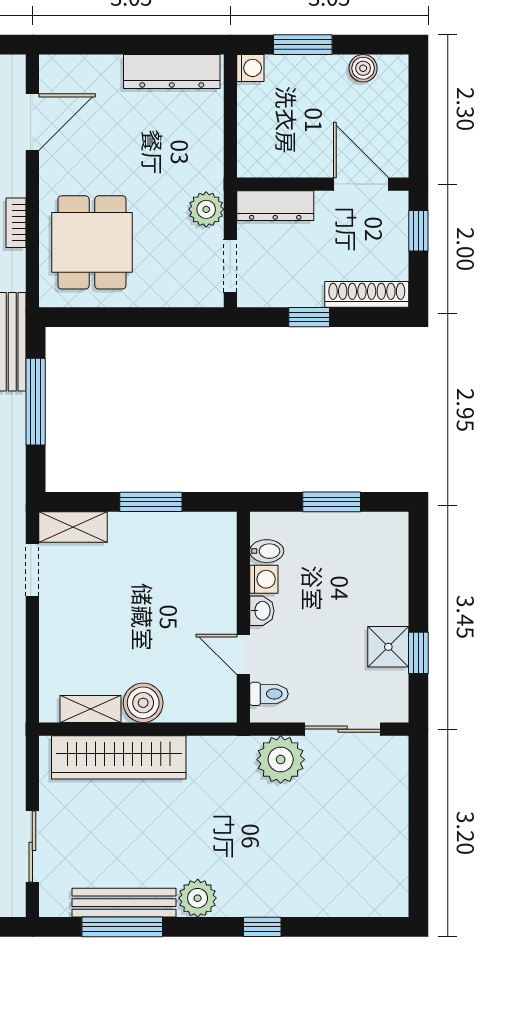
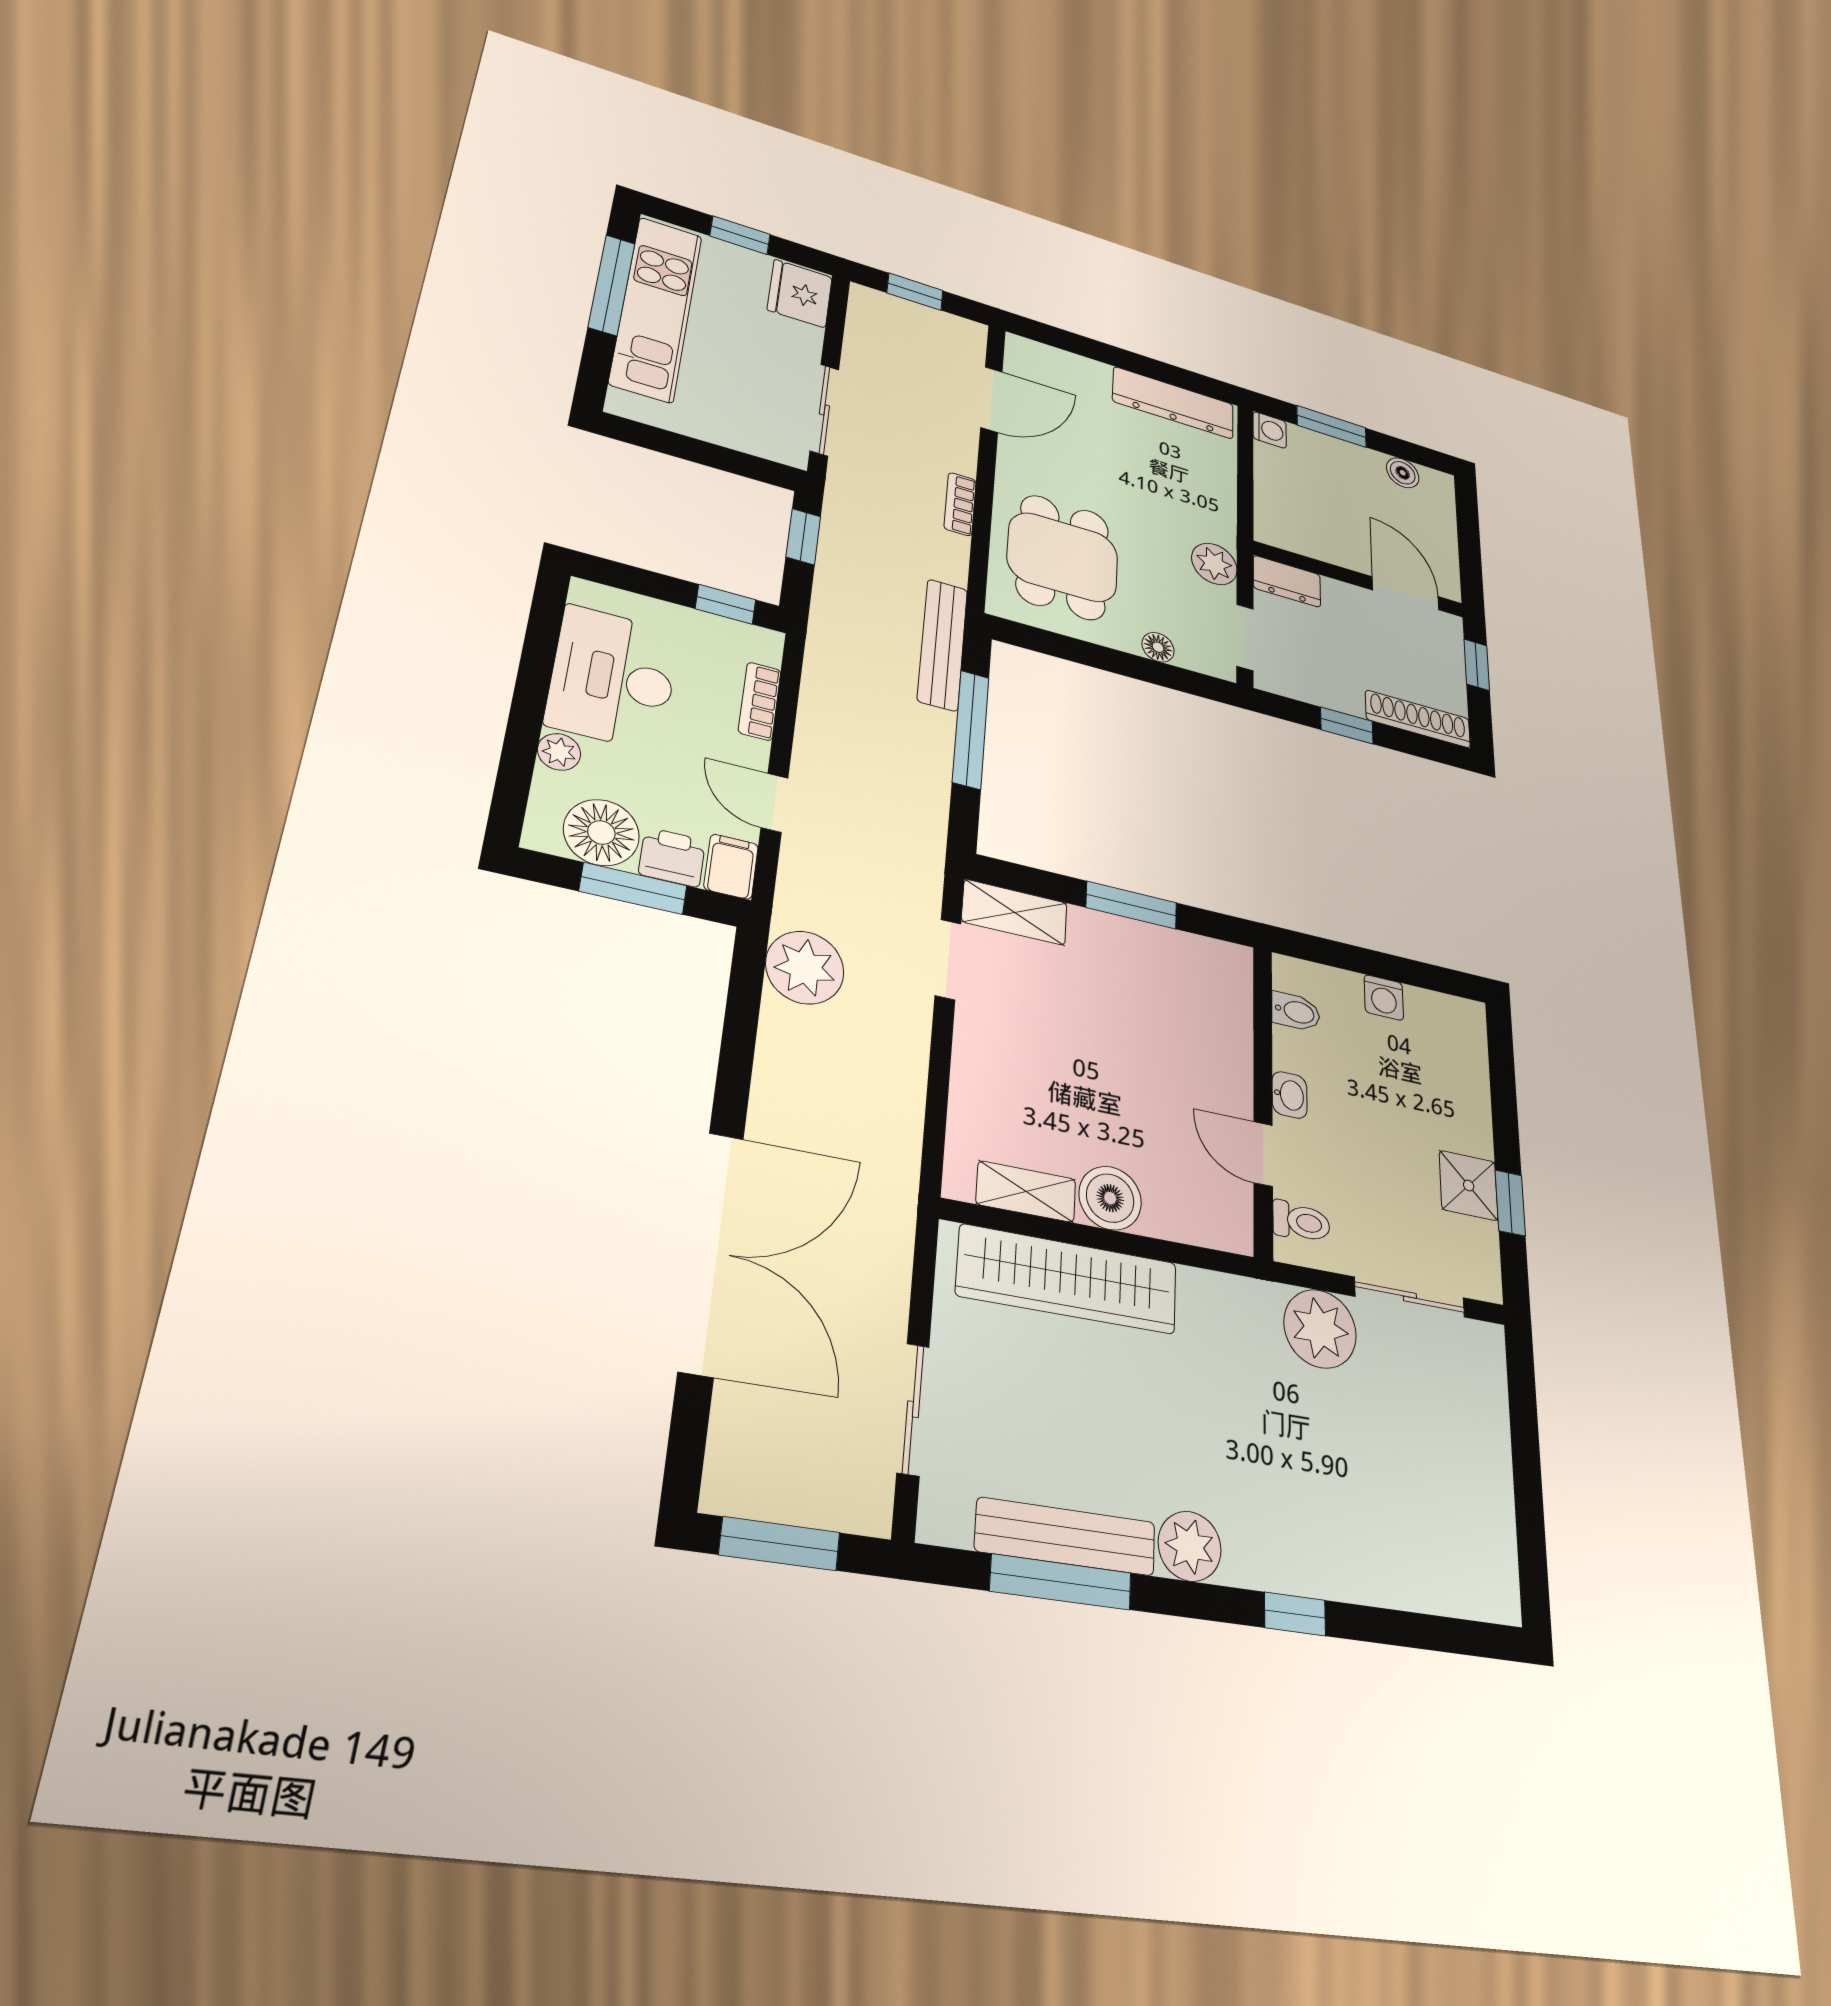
dresser: (275, 206) -> (1287, 581), width x0.70
floor lamp: (165, 295) -> (1158, 647), added
window: (332, 502) -> (1383, 966), removed
washing machine: (264, 579) -> (1384, 998), moved, turned 90

